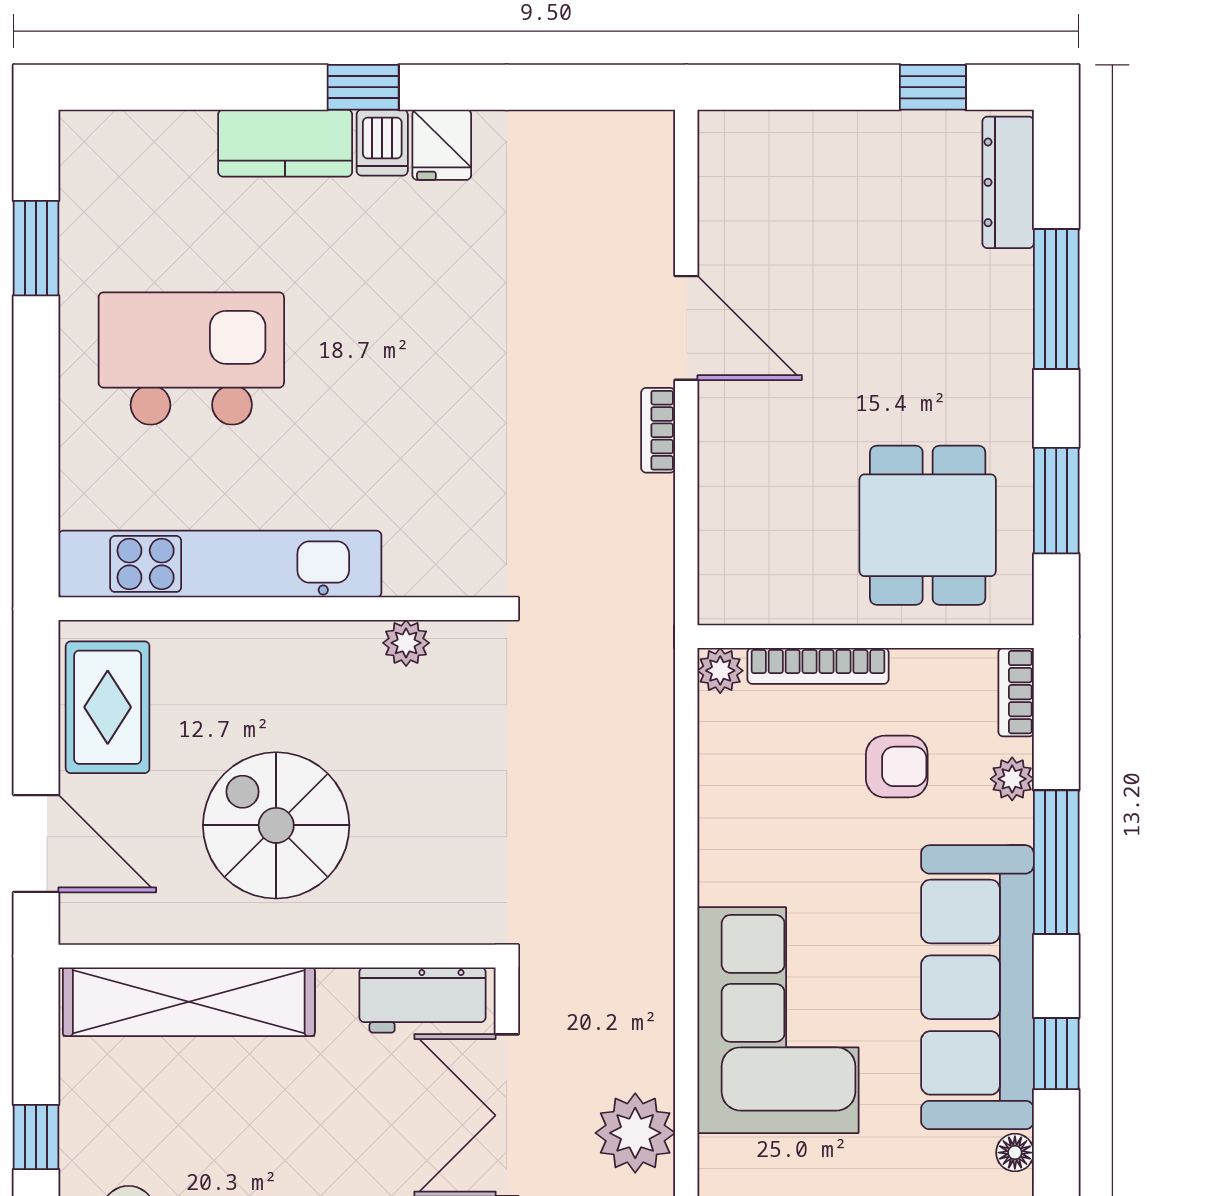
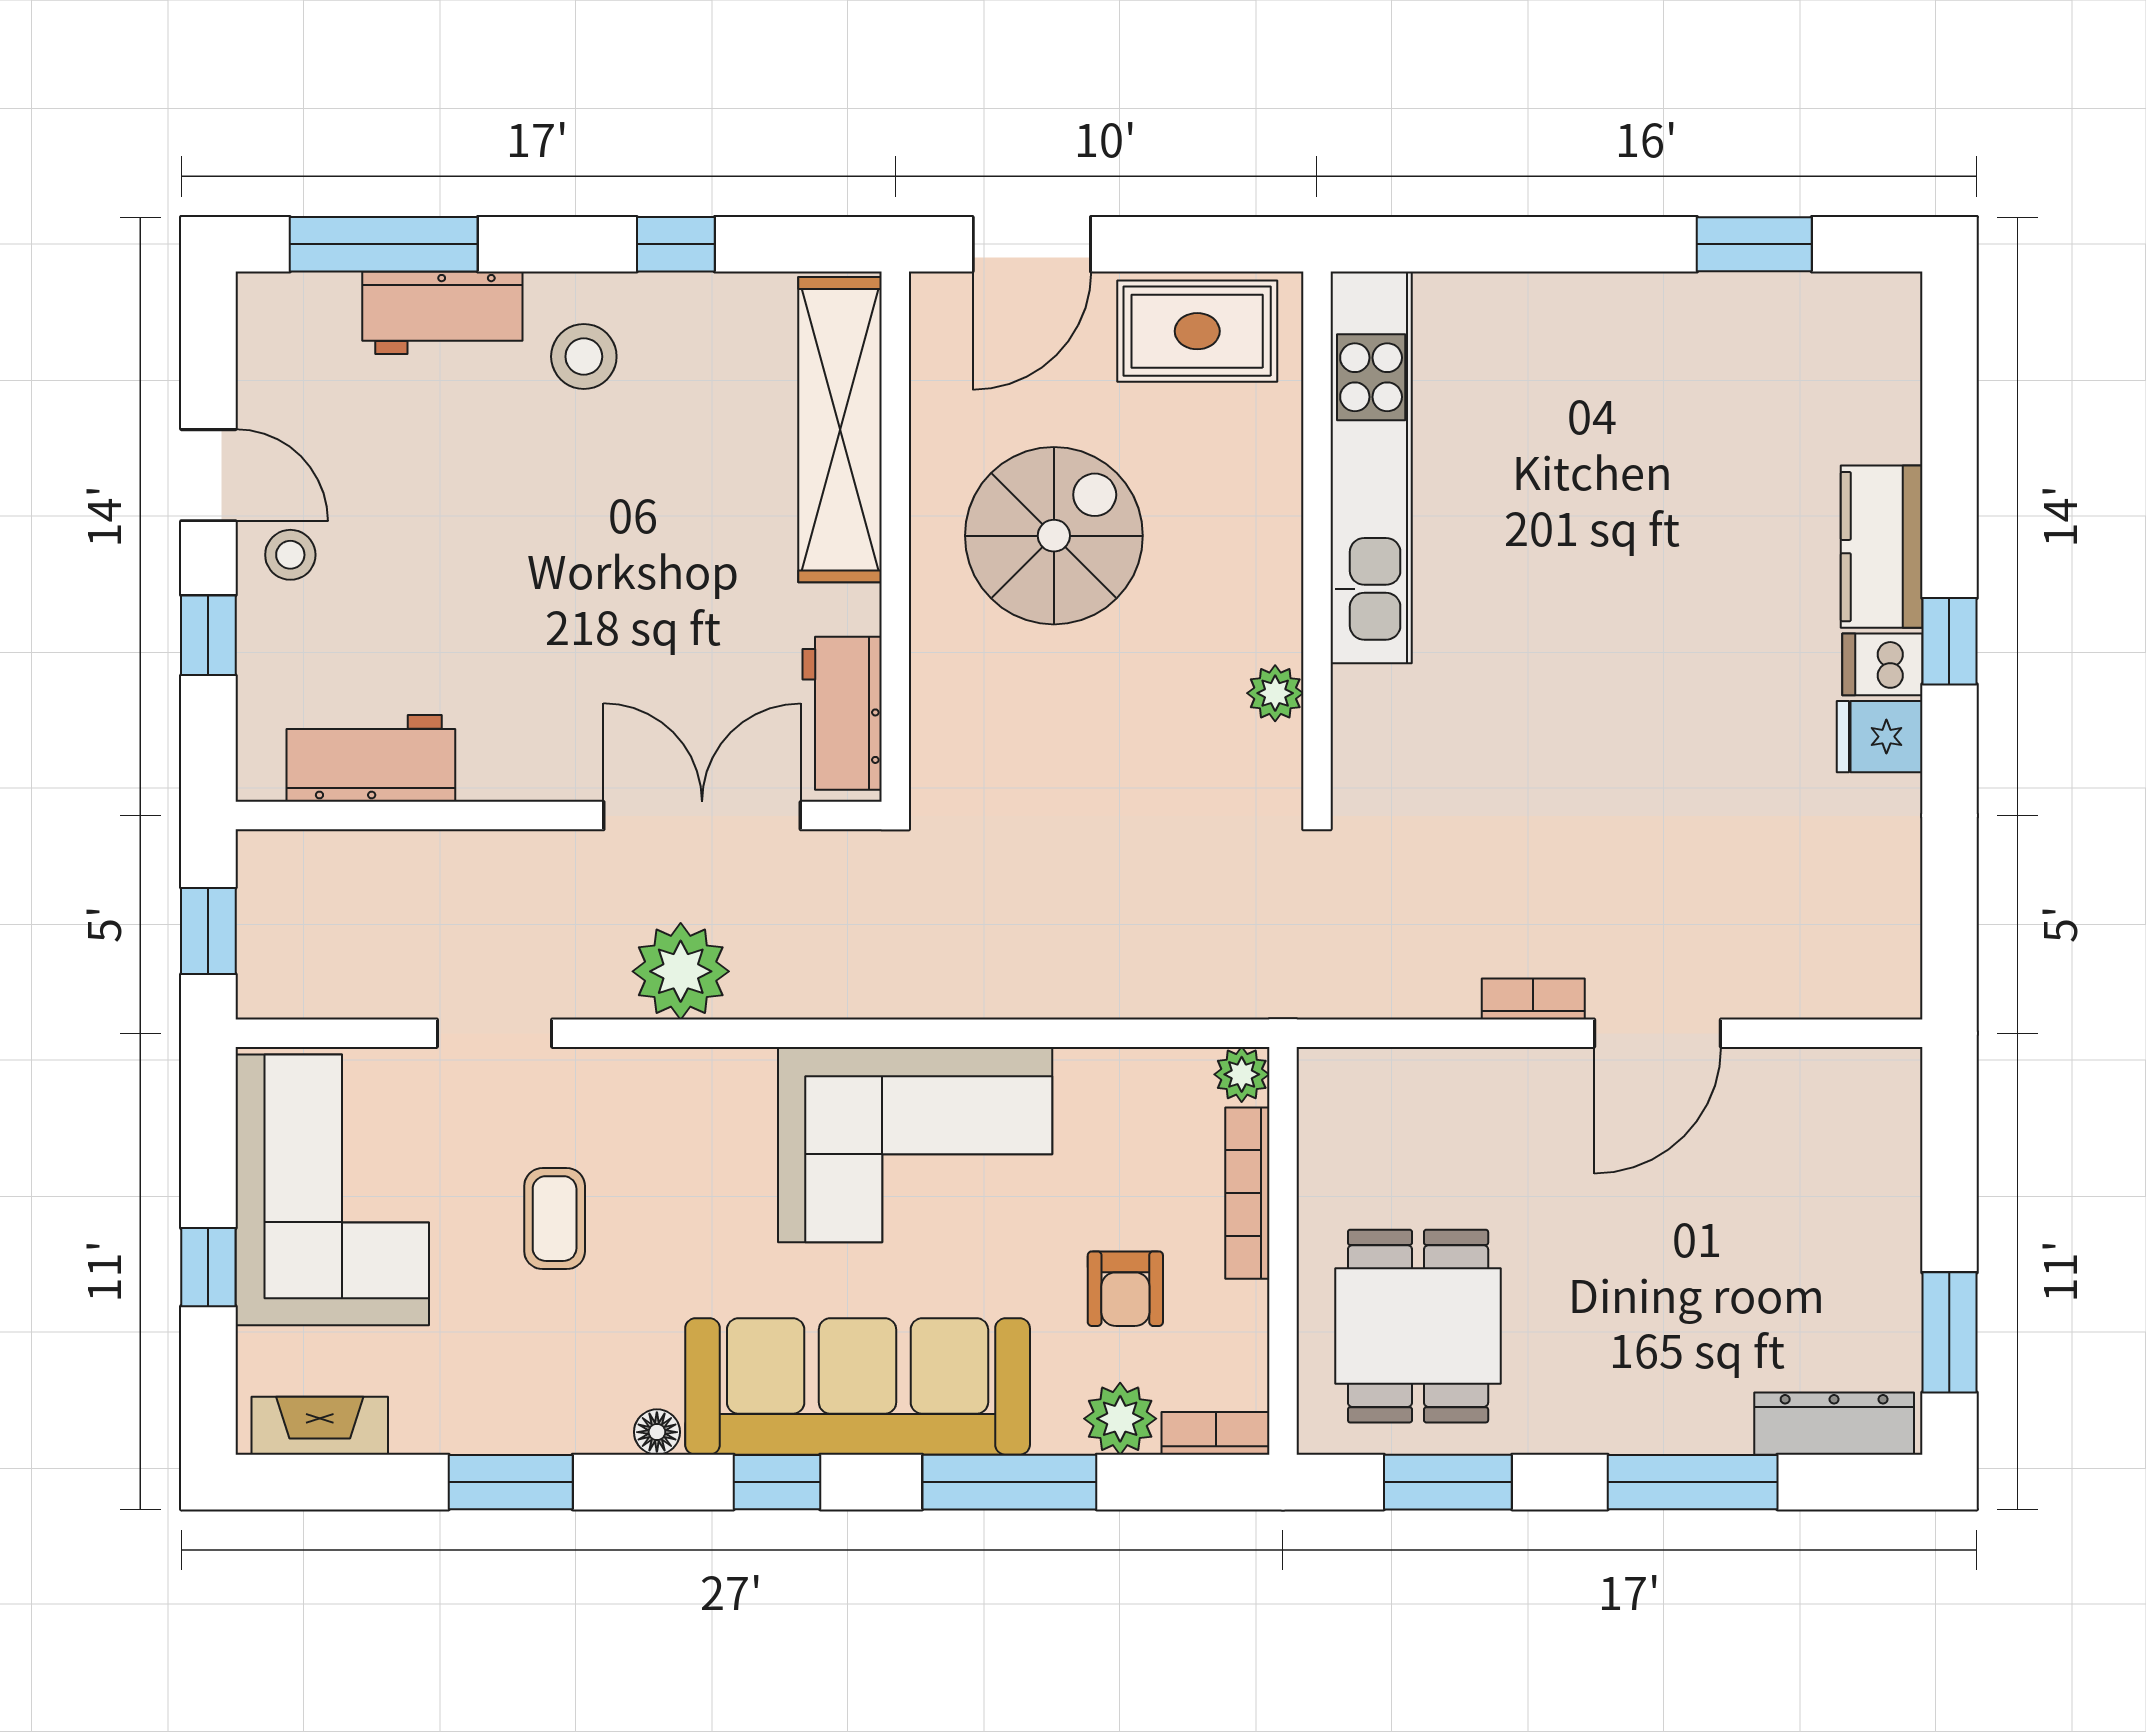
window: (933, 87) -> (1949, 1332), width x1.50
kitchen island: (191, 359) -> (1620, 433), removed
dining table: (928, 525) -> (1418, 1326), turned 90
plant: (1012, 779) -> (1120, 1419), width x1.38, depth x1.38
corner sofa: (778, 1020) -> (915, 1145), moved

